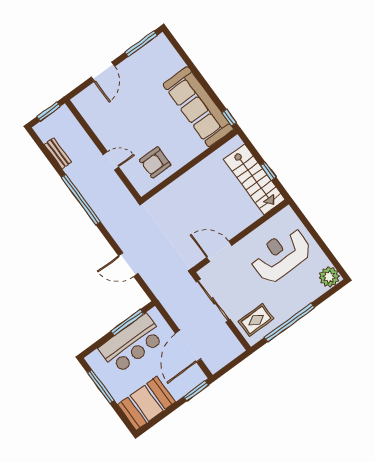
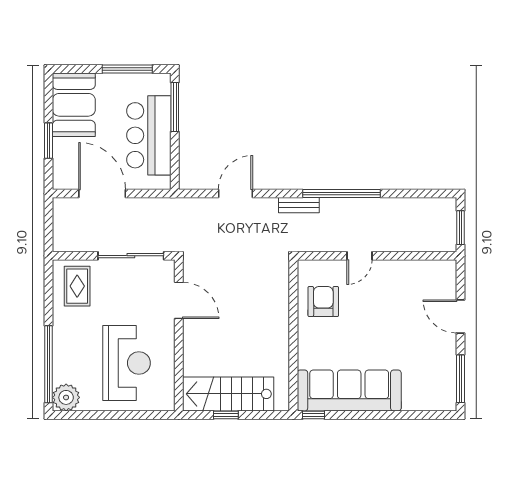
bench: (58, 153) -> (299, 205), moved
door: (219, 251) -> (179, 300), hinge flipped
window: (127, 322) -> (175, 107), moved
window: (289, 322) -> (49, 364), moved
window: (196, 391) -> (49, 141), moved

